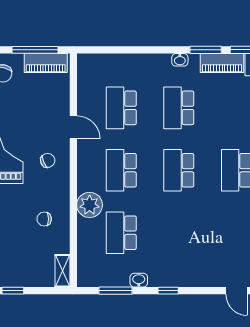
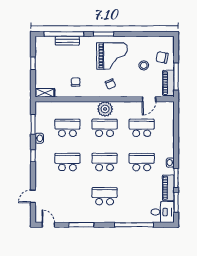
stool: (16, 104) -> (144, 65), added
door: (73, 127) -> (149, 99), moved
plant: (90, 205) -> (105, 109), moved
school desk: (179, 233) -> (67, 162), added

